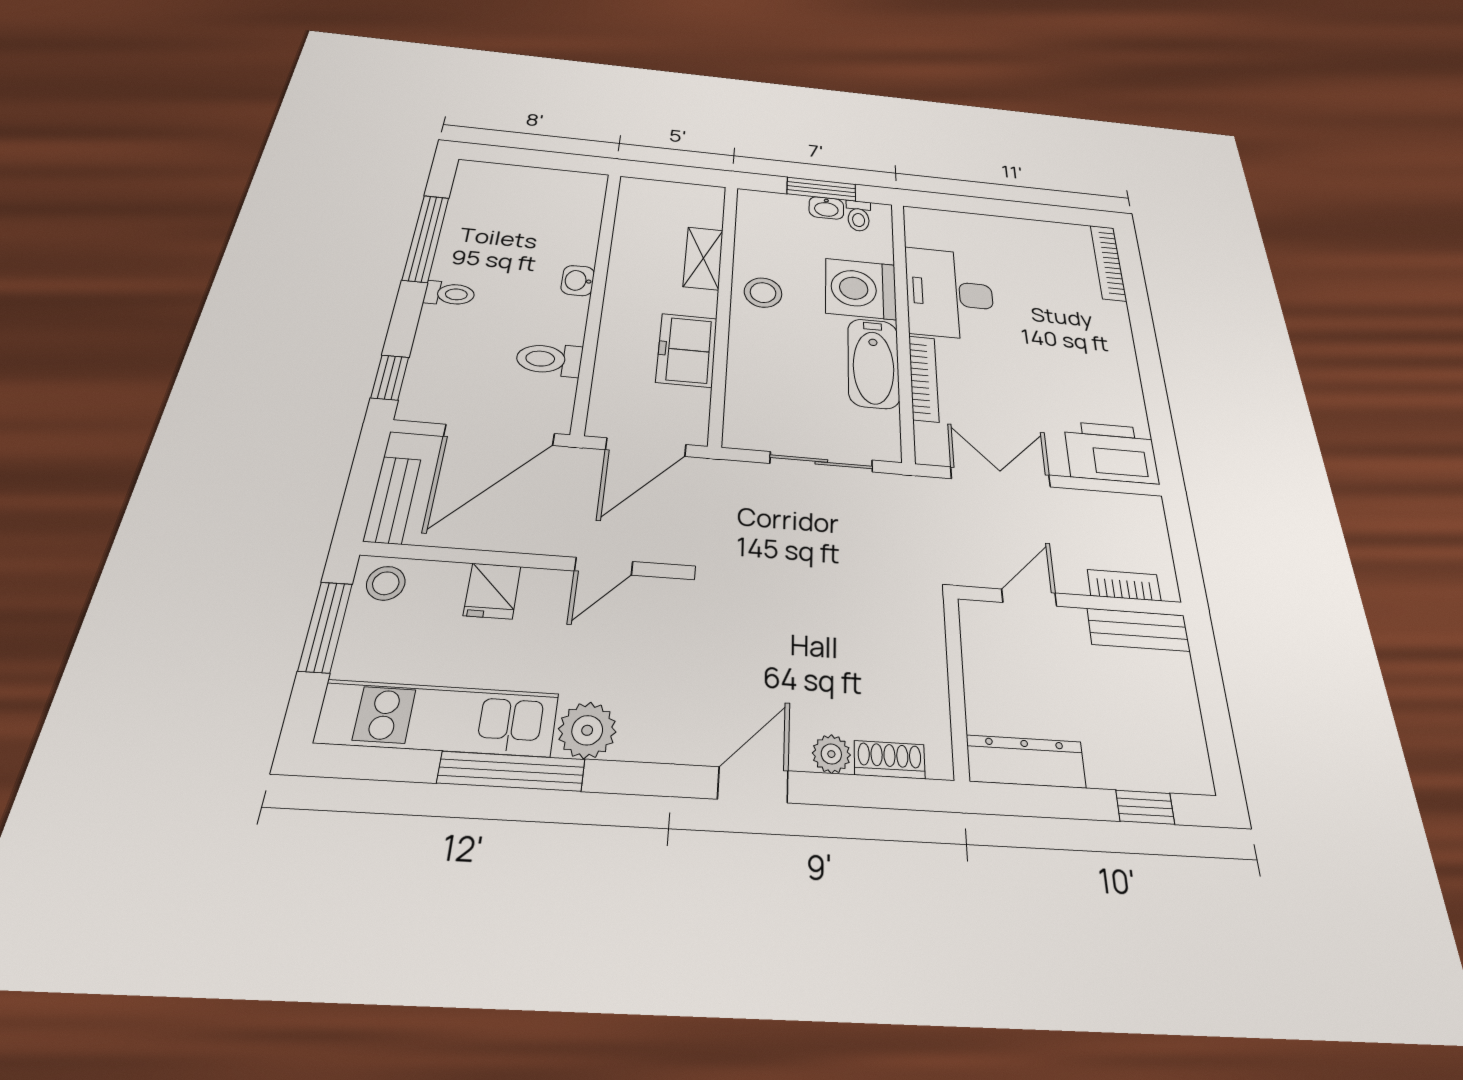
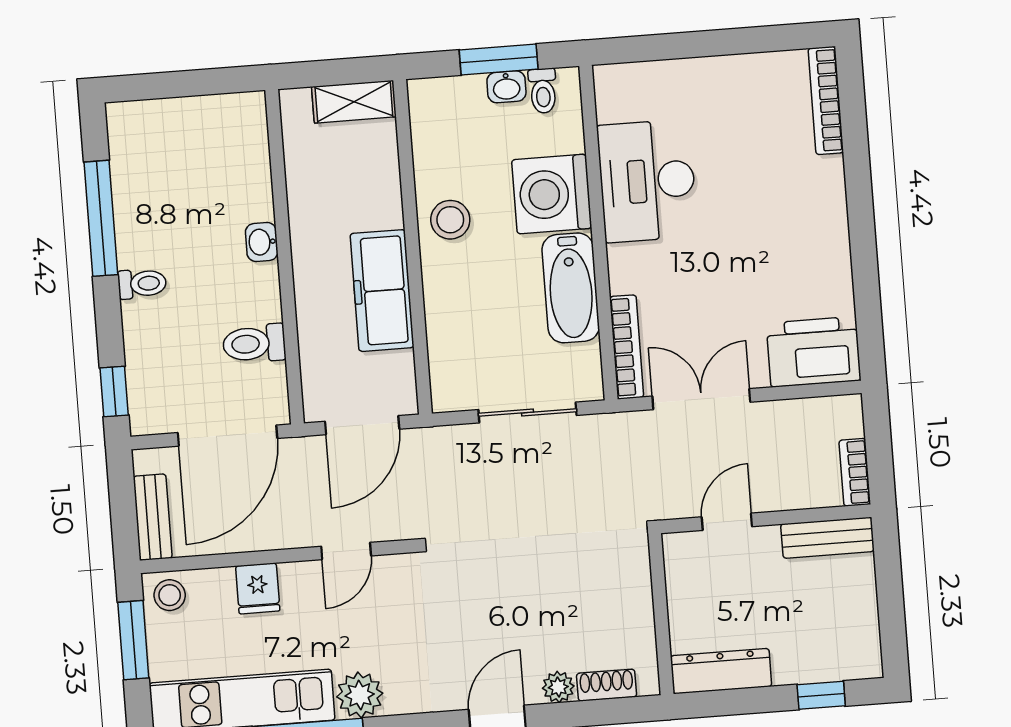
shelving: (703, 258) -> (354, 102), moved, turned 90
freezer: (687, 350) -> (382, 291), width x1.40
bookcase: (924, 378) -> (627, 347), moved
bookcase: (1124, 585) -> (855, 472), moved, turned -90

